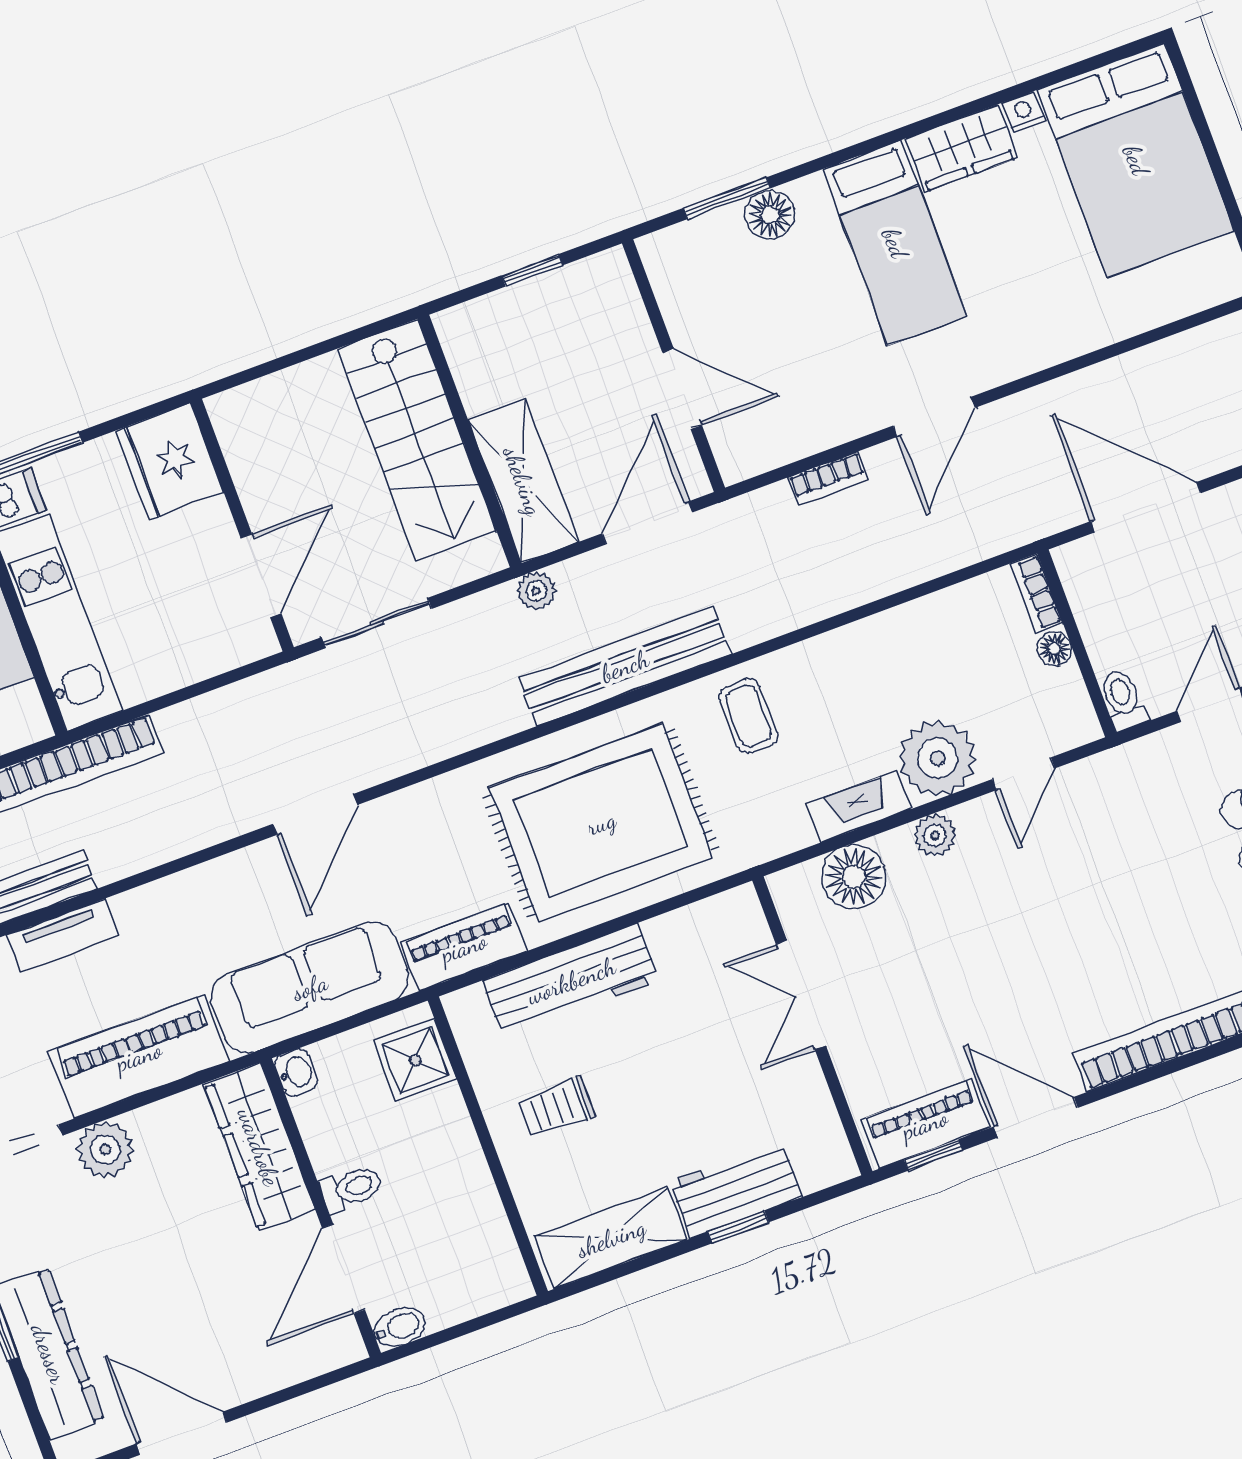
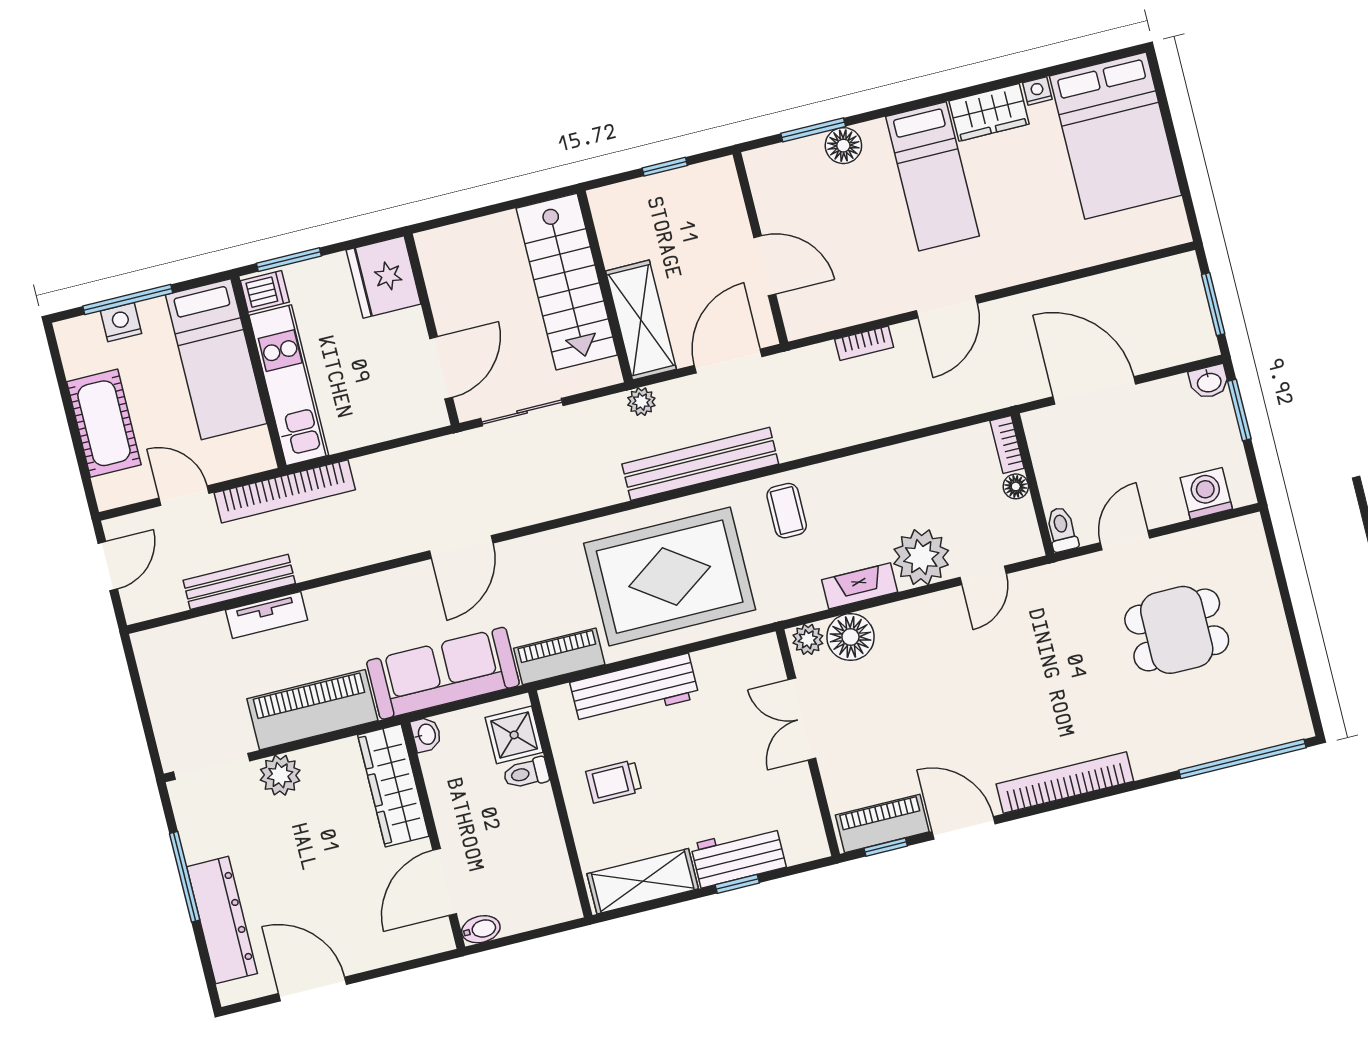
plant: (935, 835) -> (808, 639), moved
toilet: (351, 1188) -> (526, 773), moved, turned 180

